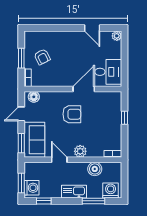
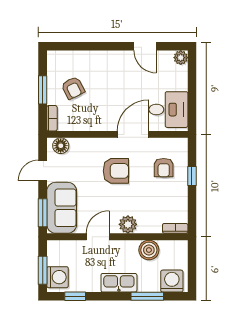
armchair: (105, 112) -> (164, 168), added
door: (59, 160) -> (98, 237), hinge flipped

